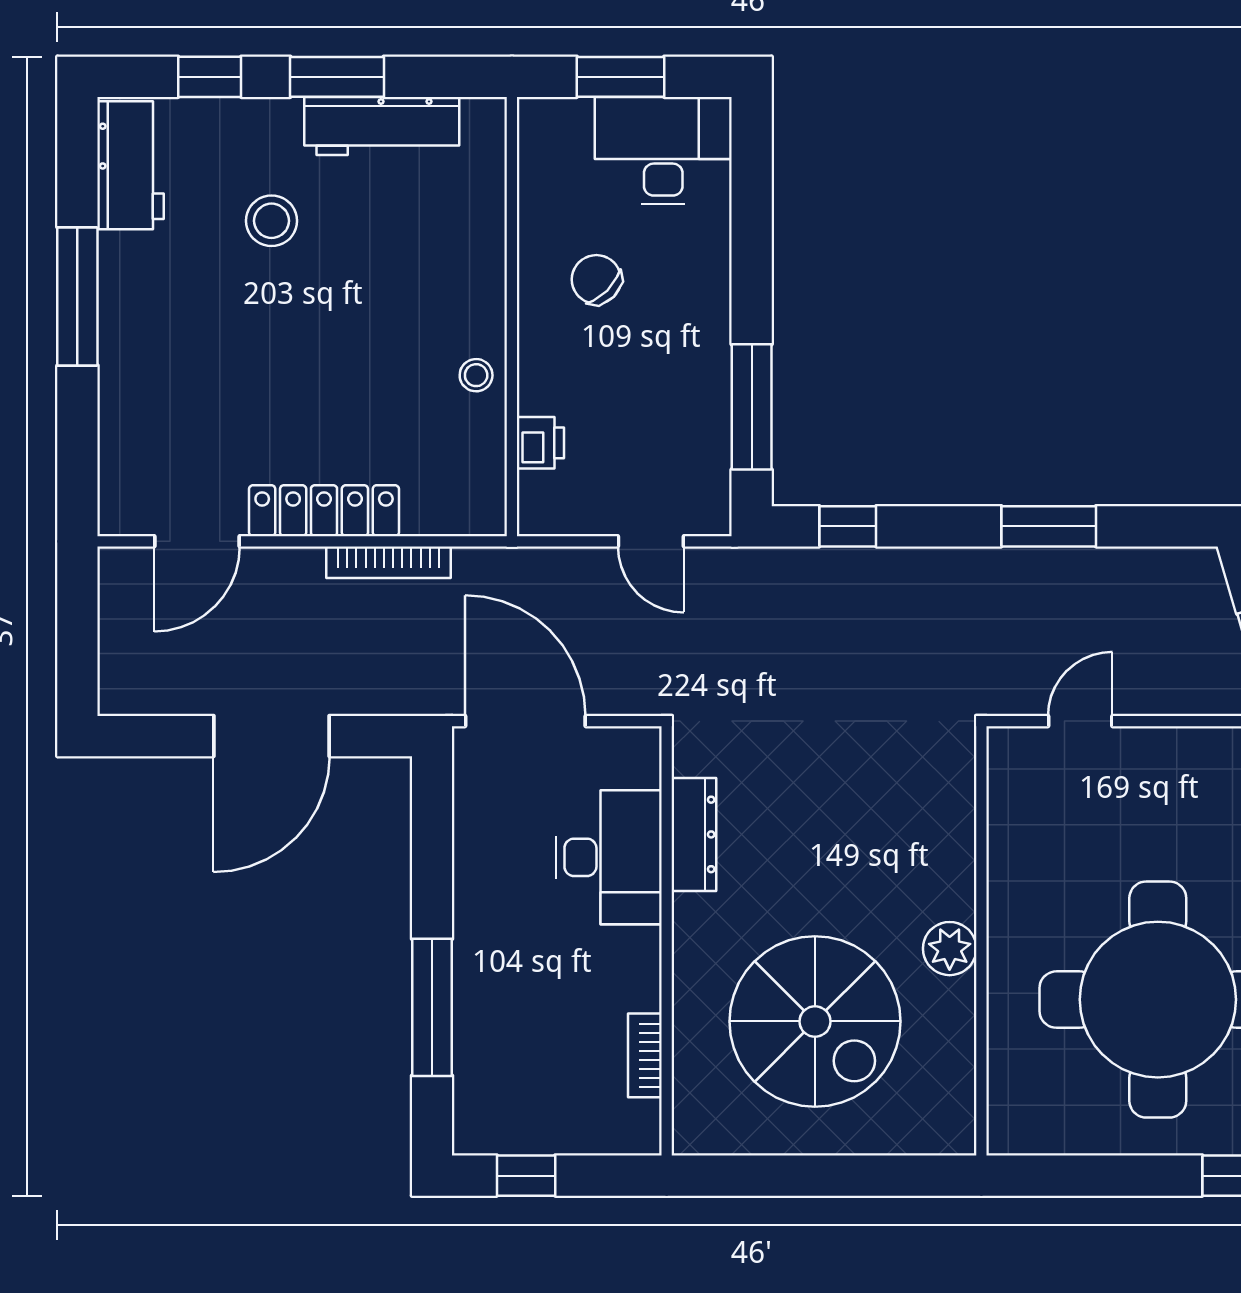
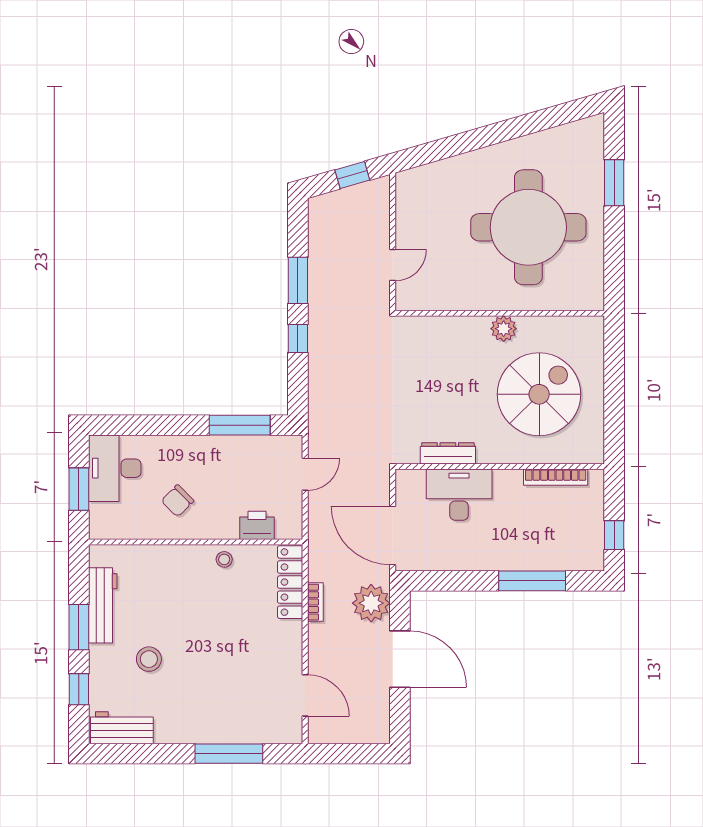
window: (77, 296) -> (229, 754), moved
printer: (540, 443) -> (257, 525), width x1.36, depth x1.24
locker: (324, 511) -> (290, 582), moved
window: (848, 526) -> (298, 339), moved
bookcase: (388, 562) -> (315, 602), width x0.64
plant: (386, 677) -> (371, 603), added
door: (525, 721) -> (393, 535), hinge flipped
door: (1080, 721) -> (393, 265), swing flipped
bookcase: (645, 1055) -> (556, 477), width x1.56

